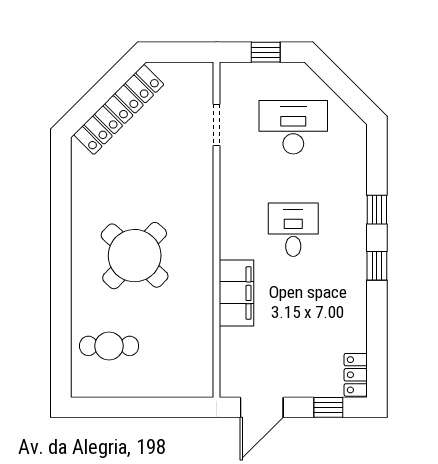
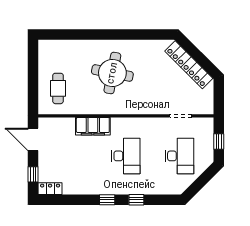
desk: (293, 230) -> (126, 156), width x1.37
round table: (135, 256) -> (112, 73), turned -32
cafe table: (109, 346) -> (58, 88), moved

